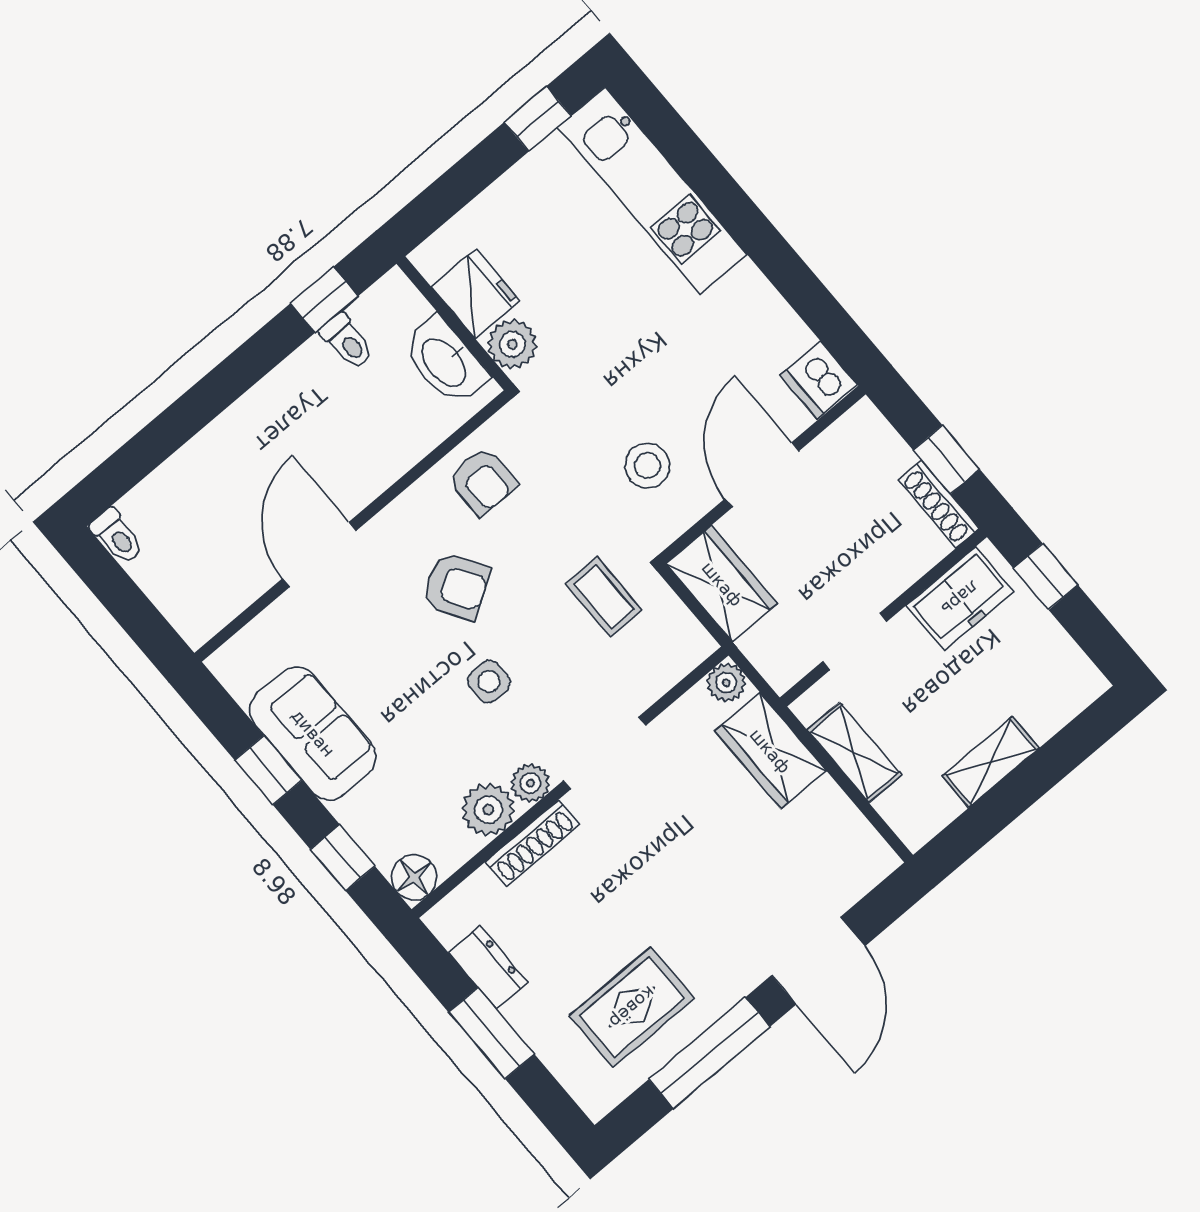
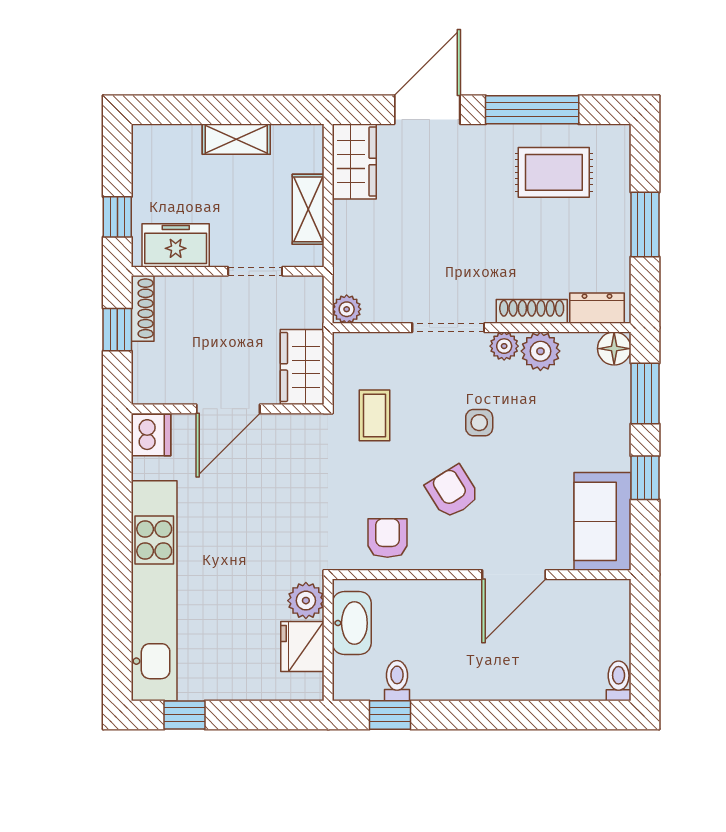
kitchen unit: (653, 191) -> (154, 591), width x1.36
stool: (647, 466) -> (288, 468), removed
sofa: (313, 733) -> (603, 521), moved
wardrobe: (770, 751) -> (354, 162), moved
window: (343, 858) -> (645, 393), width x1.50
dresser: (488, 967) -> (597, 308), moved, turned 90

